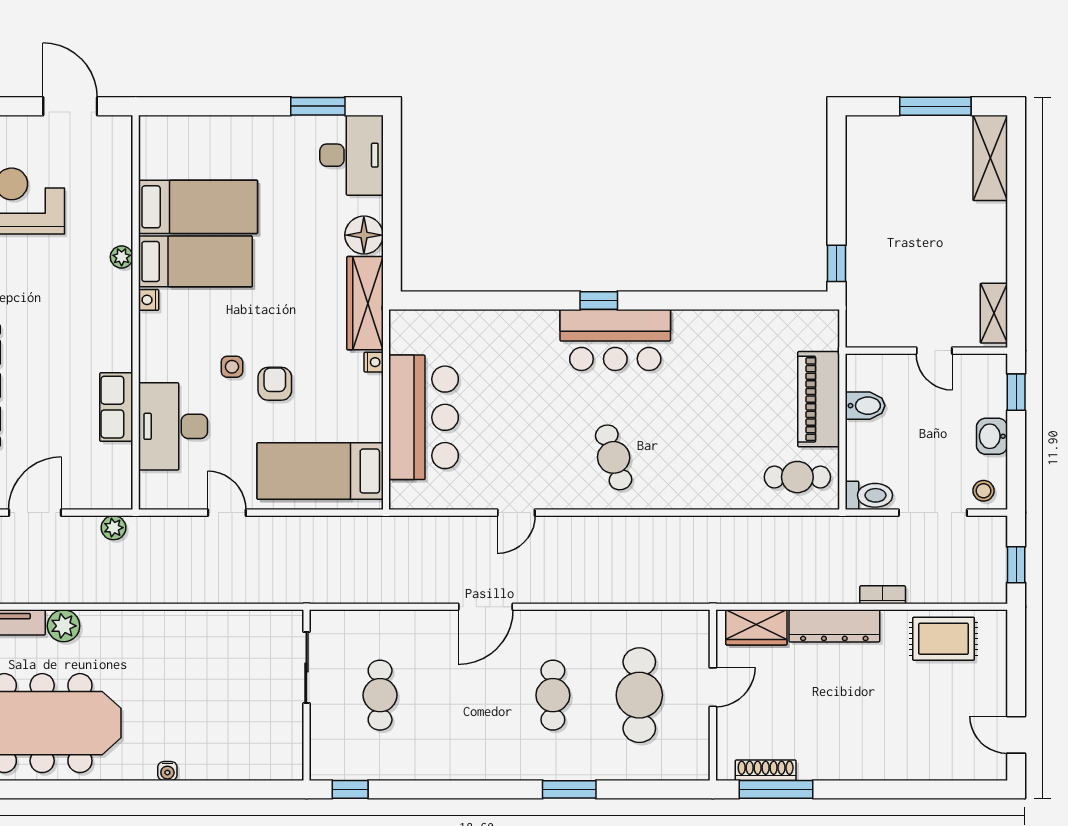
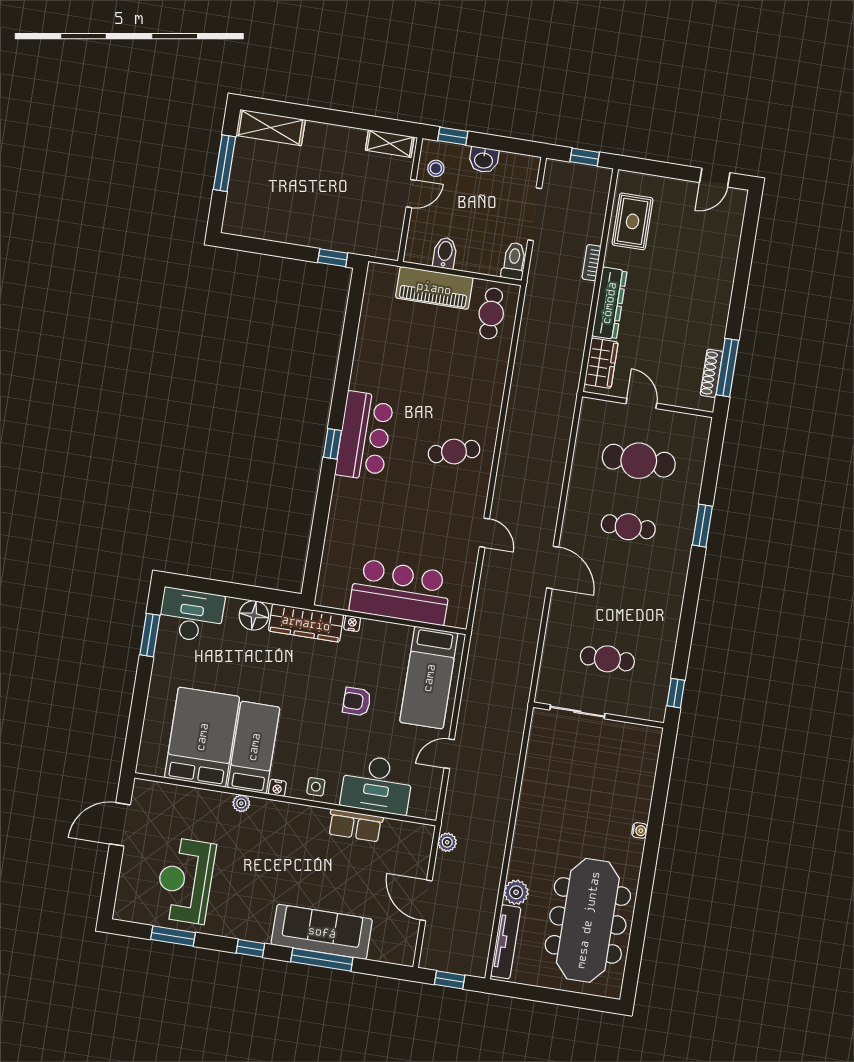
bed: (198, 207) -> (202, 737), width x1.50
side table: (232, 367) -> (316, 787), moved
stool: (984, 491) -> (436, 168), moved

